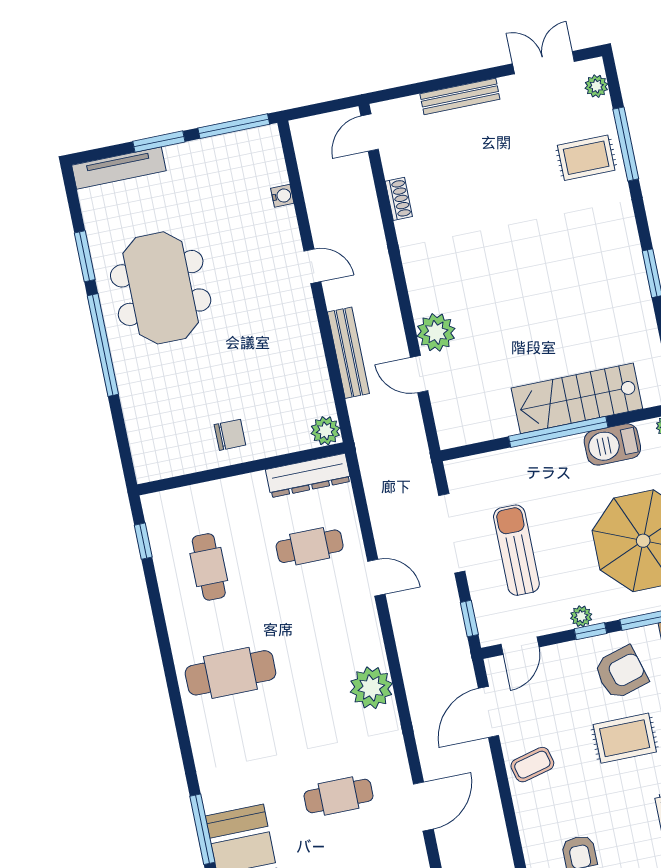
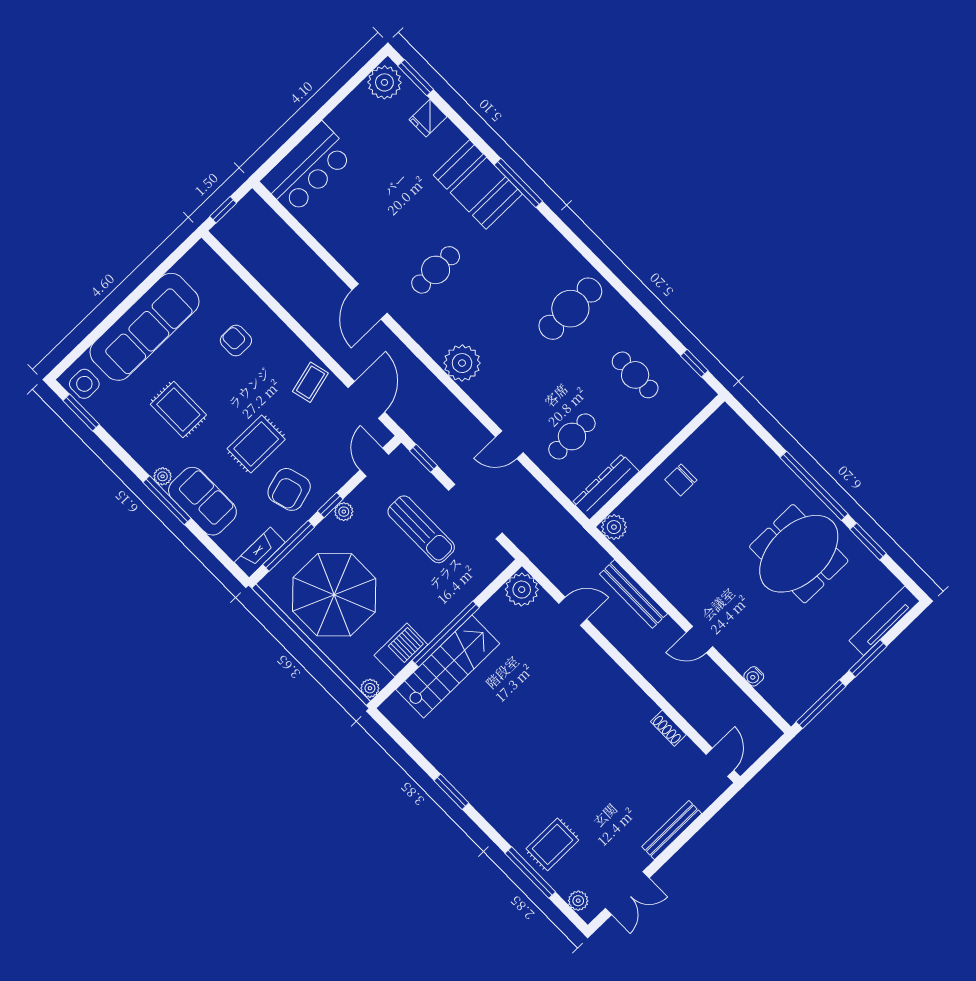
meeting table: (161, 288) -> (799, 554), turned 90
plant: (436, 332) -> (522, 590), moved

